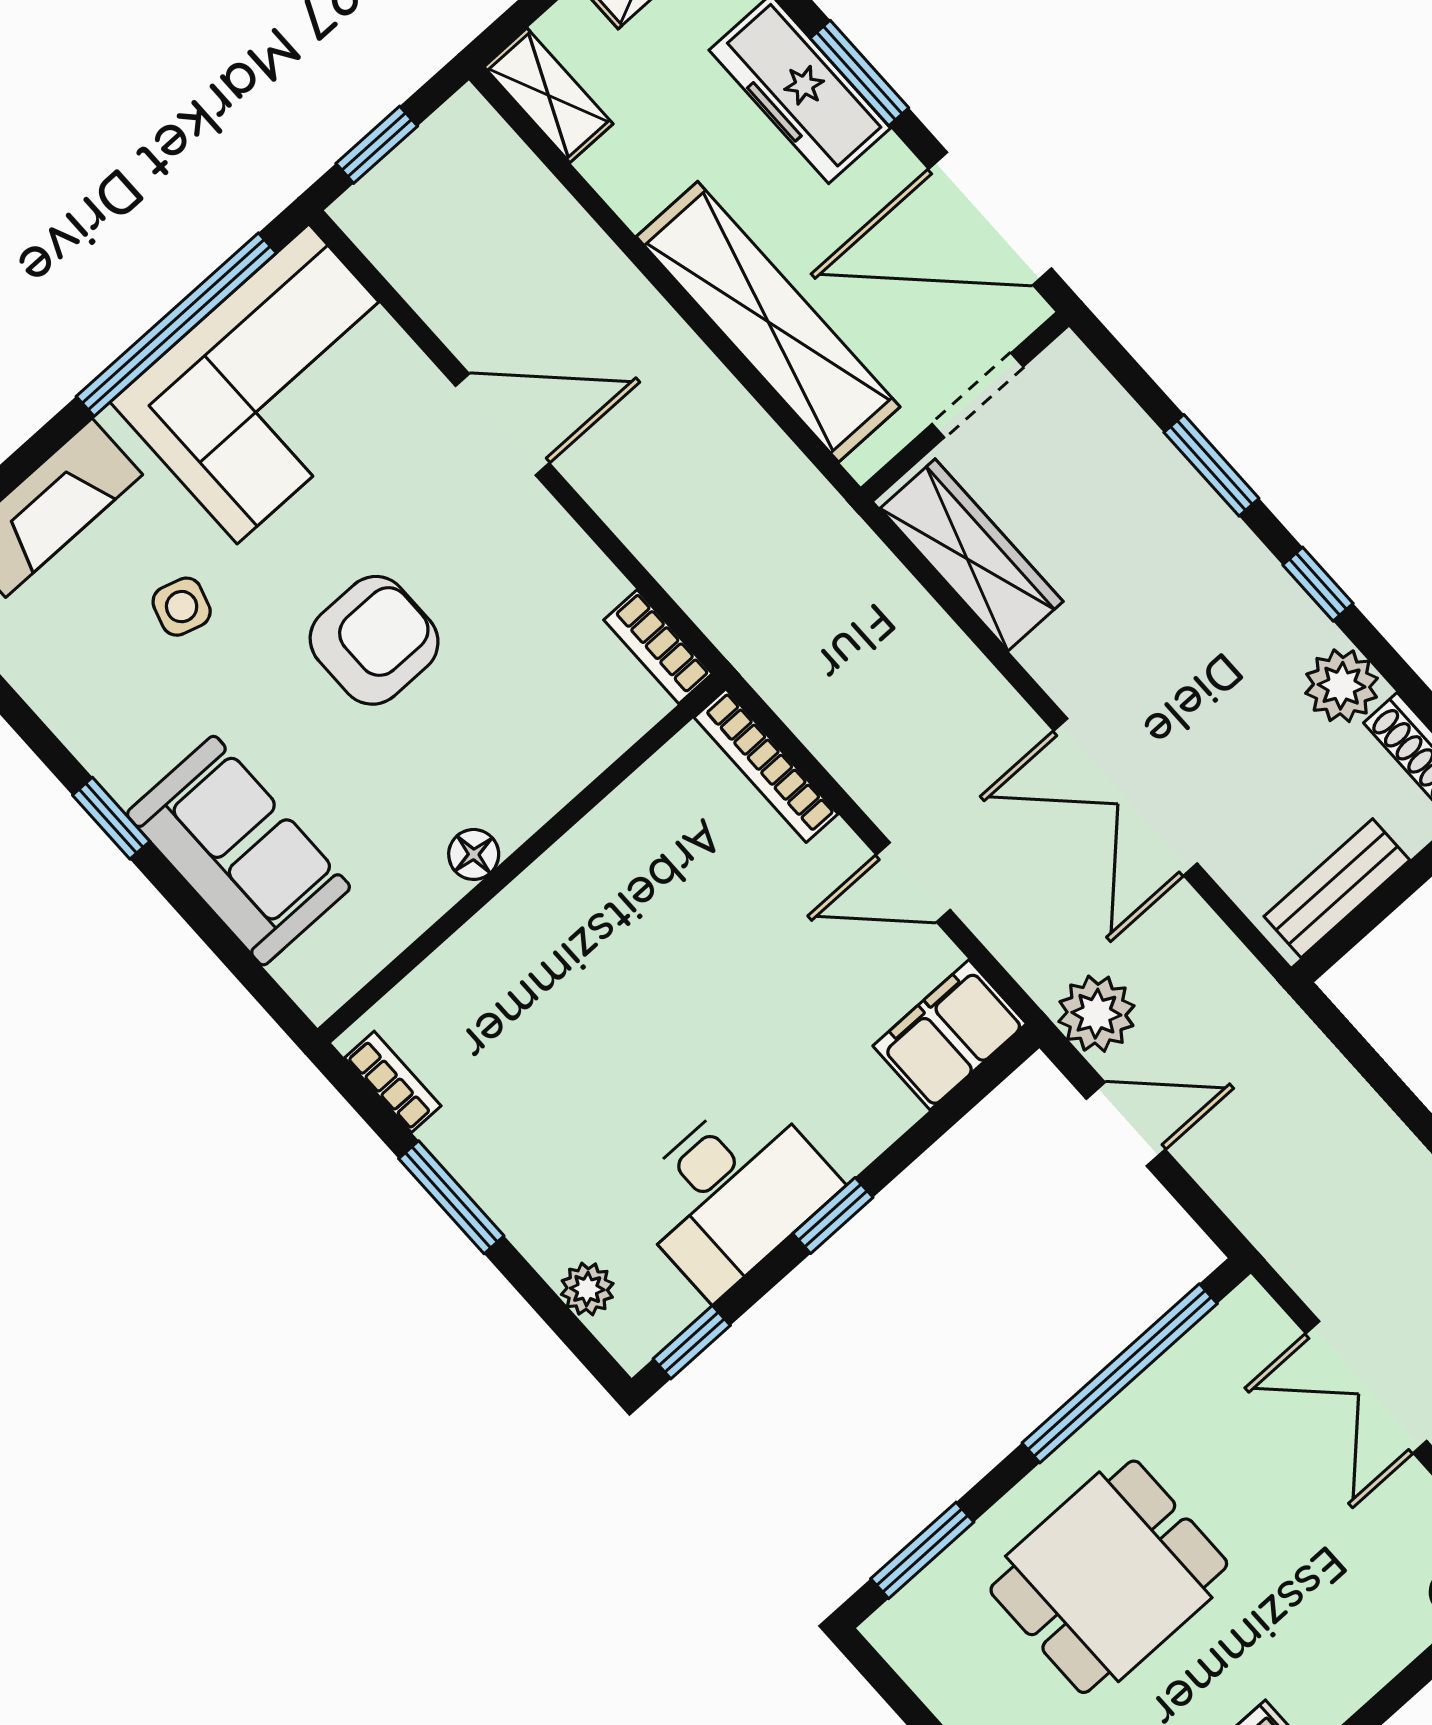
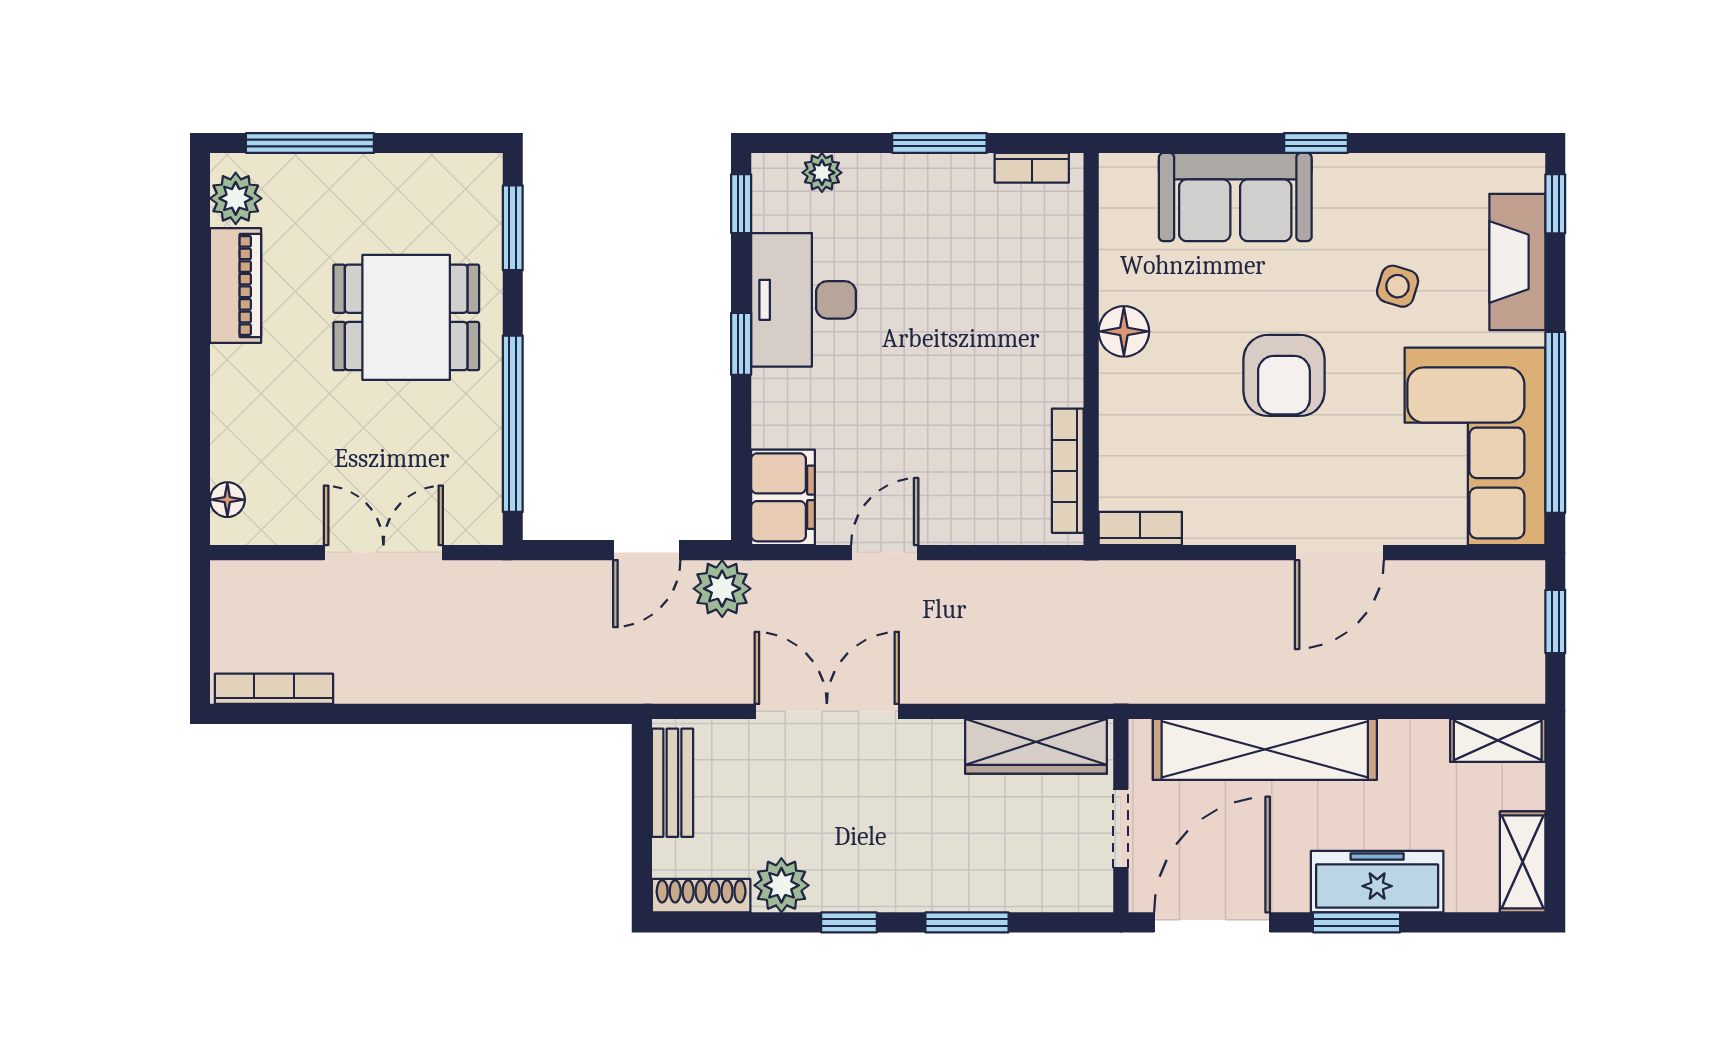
bookcase: (766, 766) -> (1068, 471), moved, turned -90
floor lamp: (474, 854) -> (1124, 331), width x1.37, depth x1.37
dining table: (1109, 1577) -> (406, 317), turned 90

